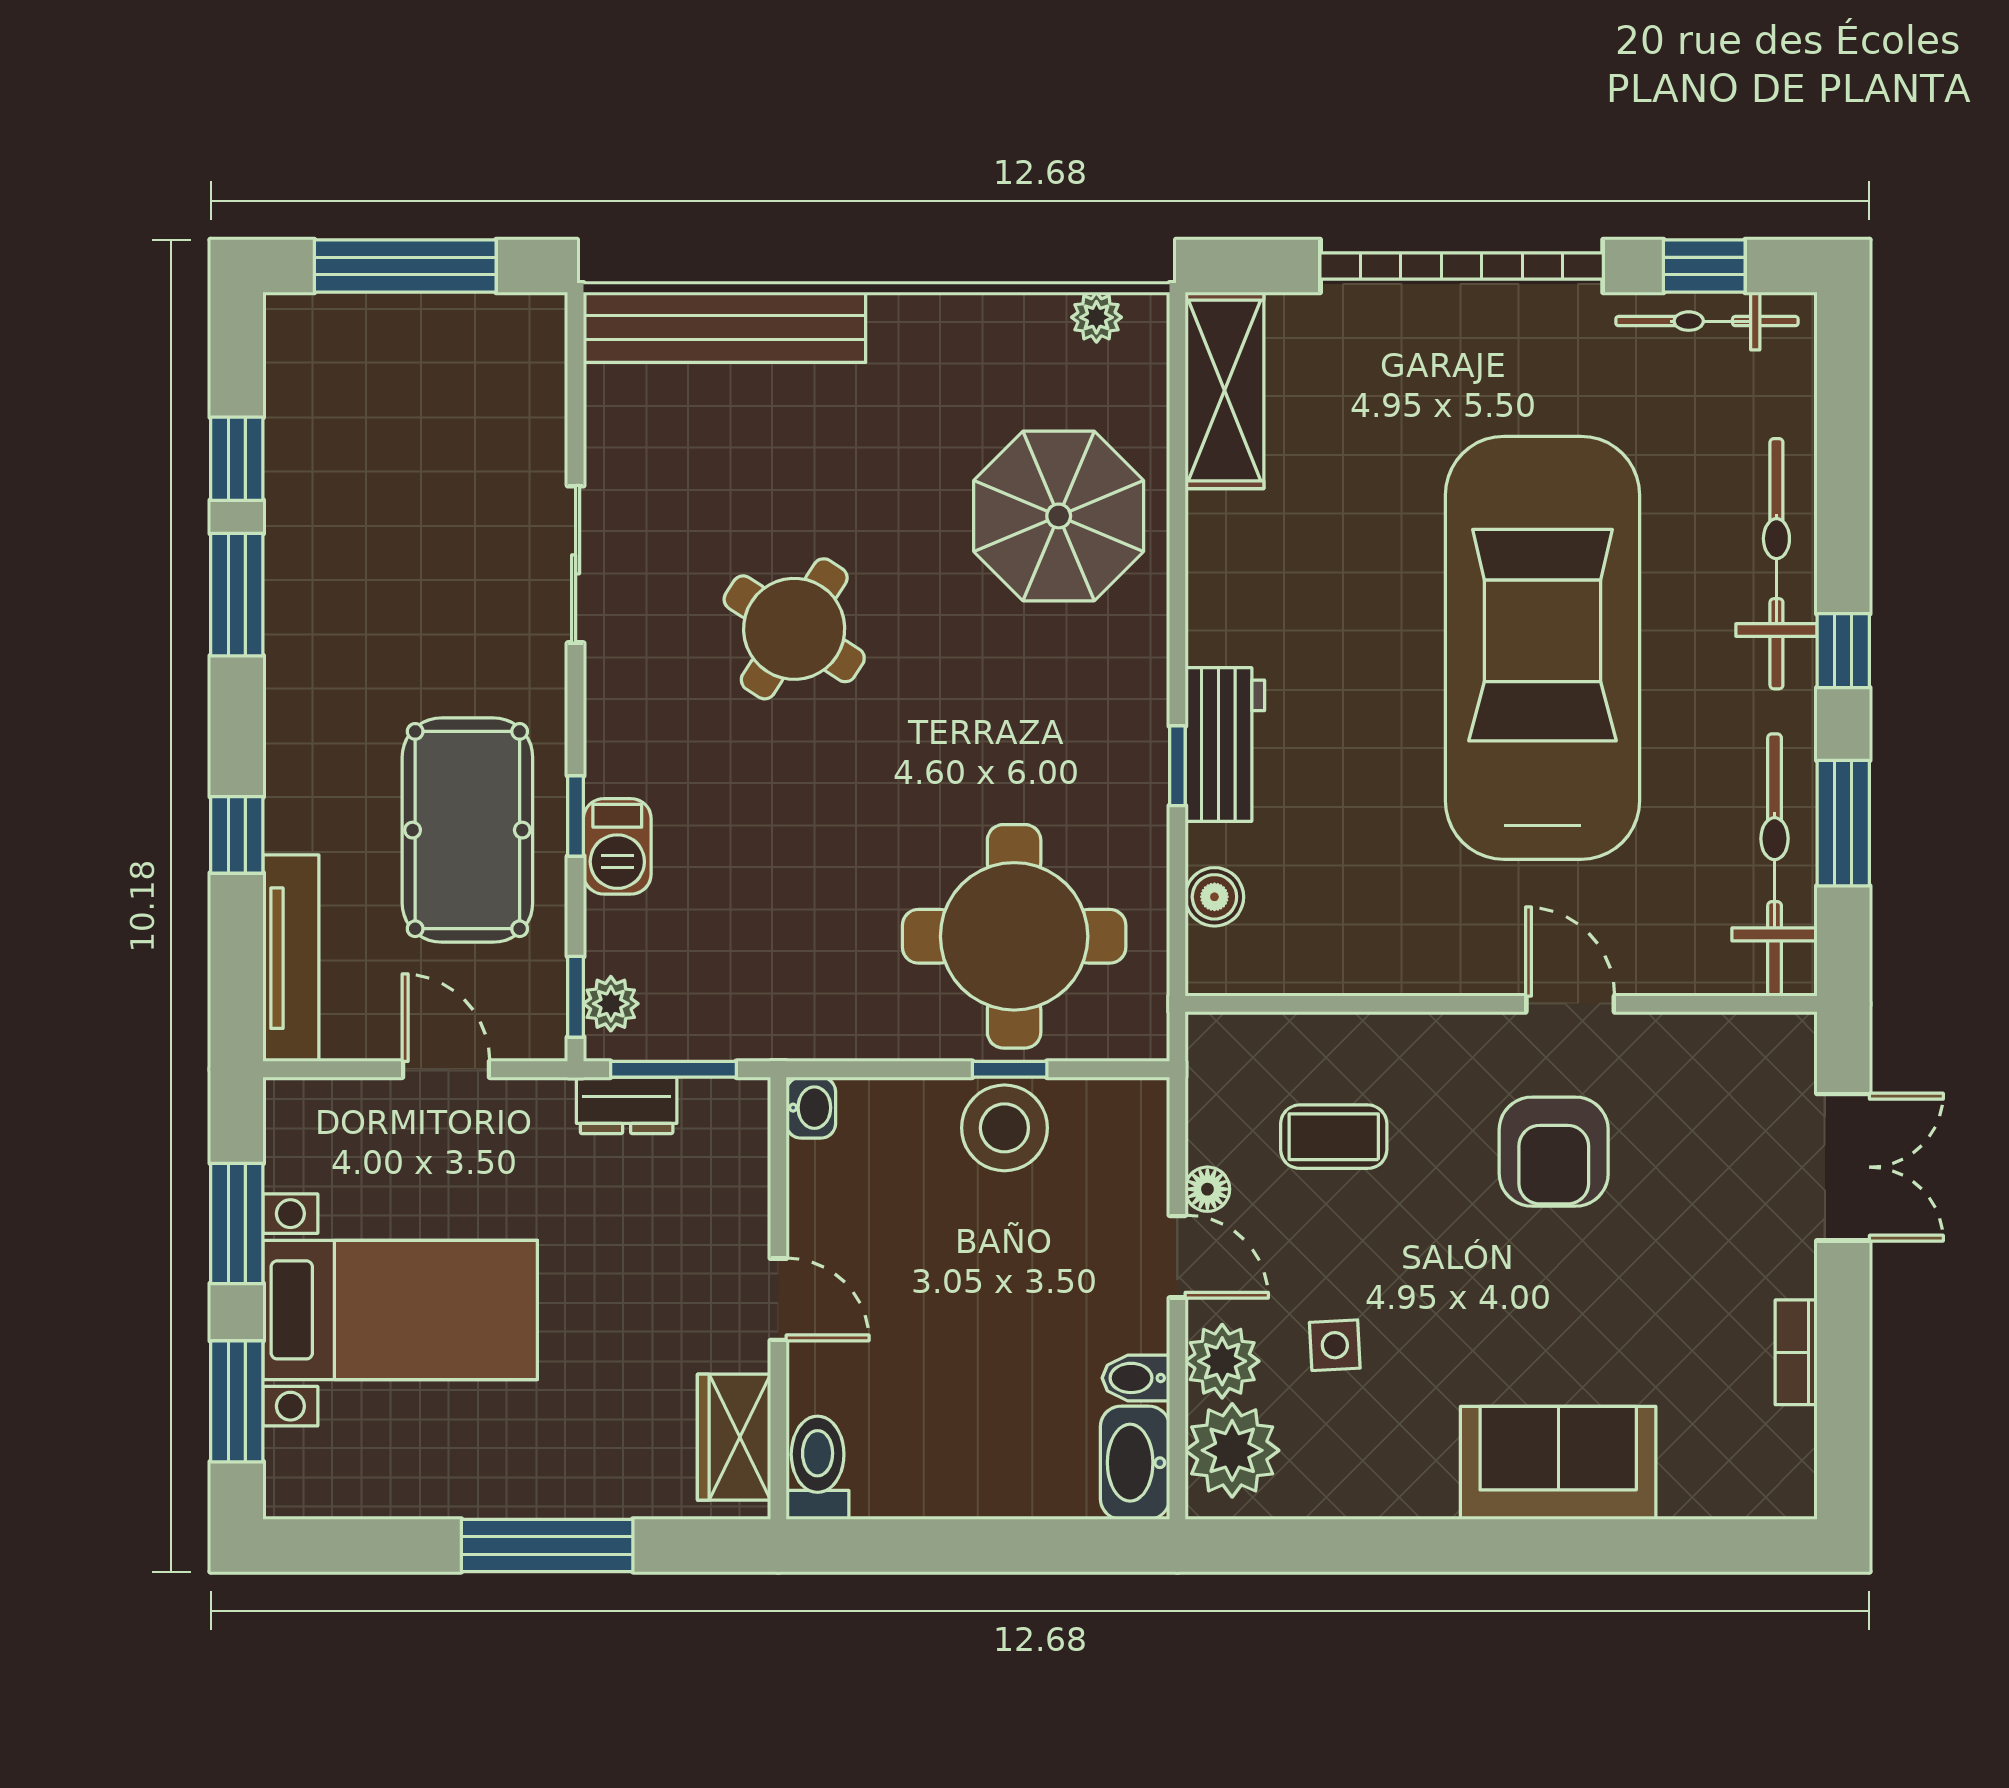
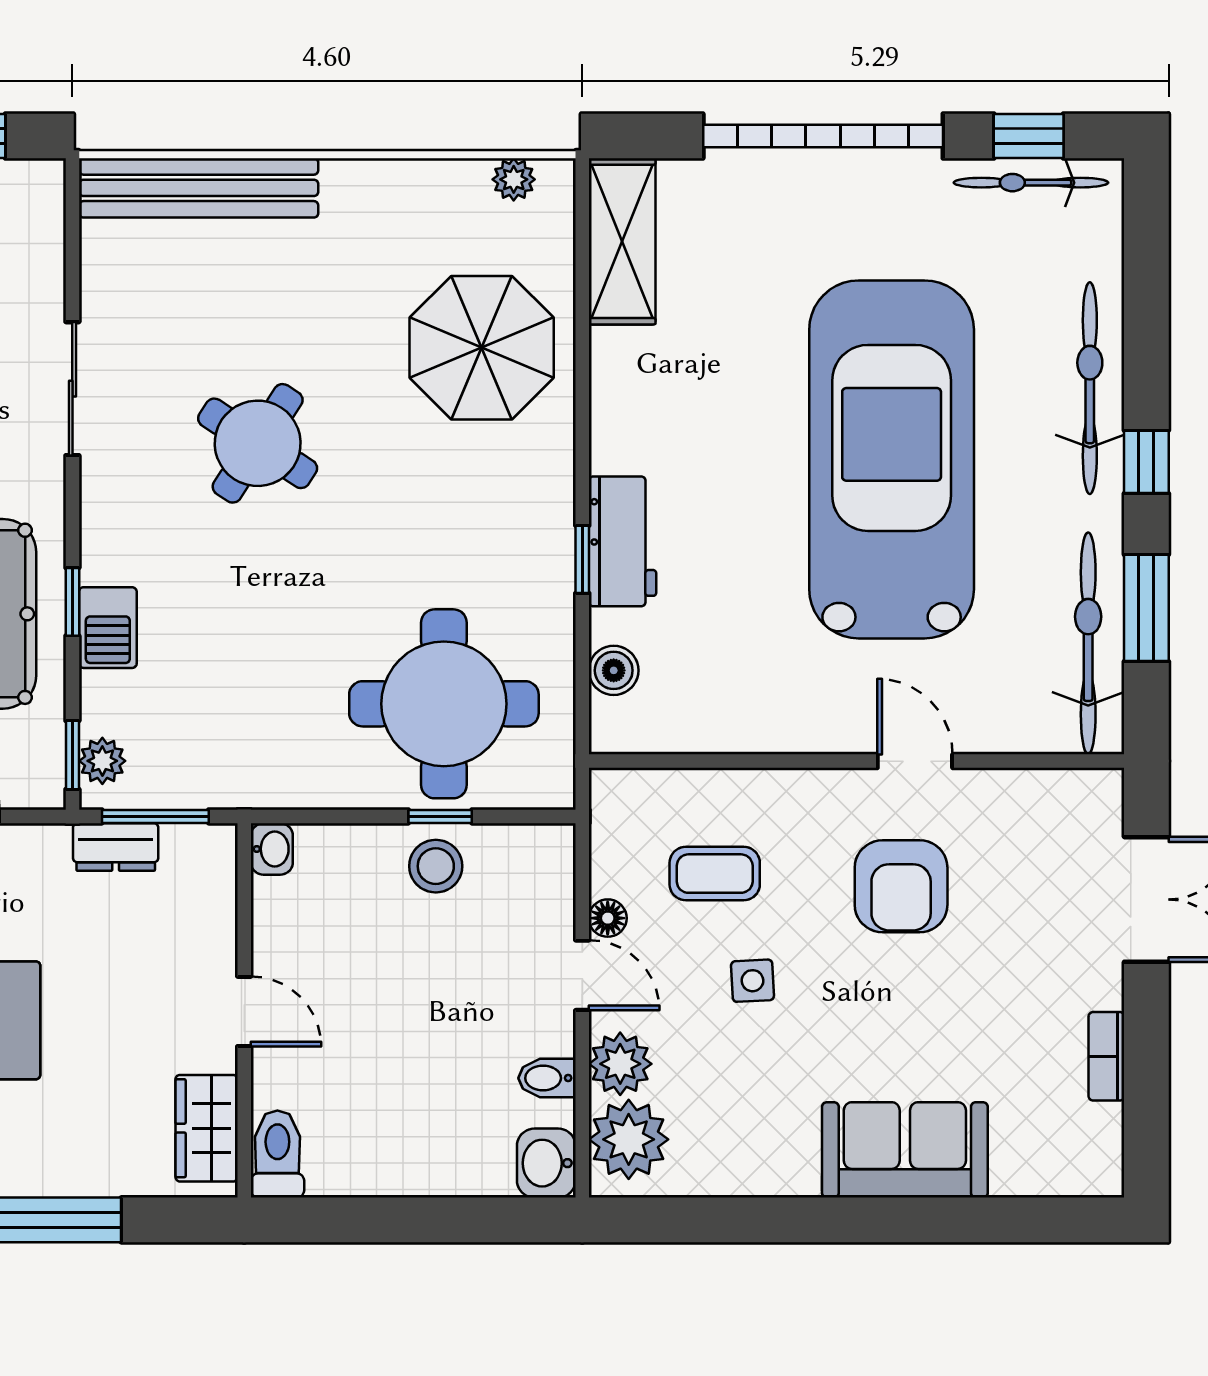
stool: (1004, 1128) -> (436, 866), width x0.73, depth x0.73
side table: (1335, 1345) -> (752, 981), moved
washbasin: (1135, 1463) -> (546, 1163), width x0.72

